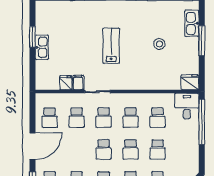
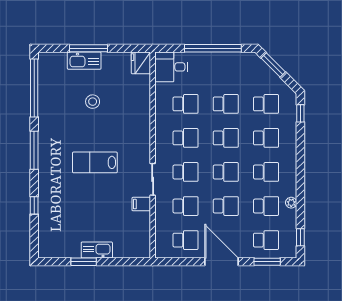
kitchen sink: (192, 23) -> (84, 61), moved
fridge: (66, 83) -> (141, 220), removed
window: (202, 122) -> (213, 48), moved
school desk: (77, 149) -> (226, 206), added

